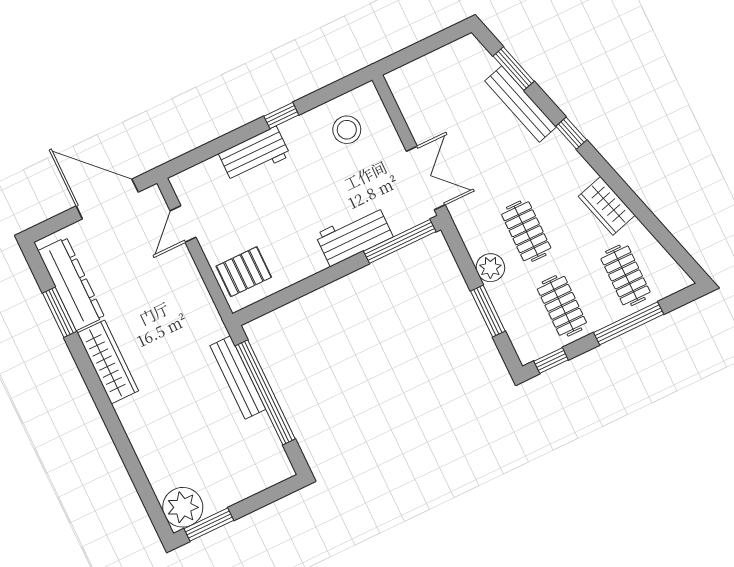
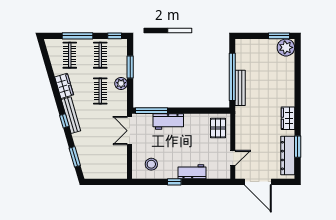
bench: (521, 104) -> (71, 115), moved
pallet: (244, 272) -> (218, 128), turned 90
wardrobe: (108, 362) -> (288, 118), width x0.67

